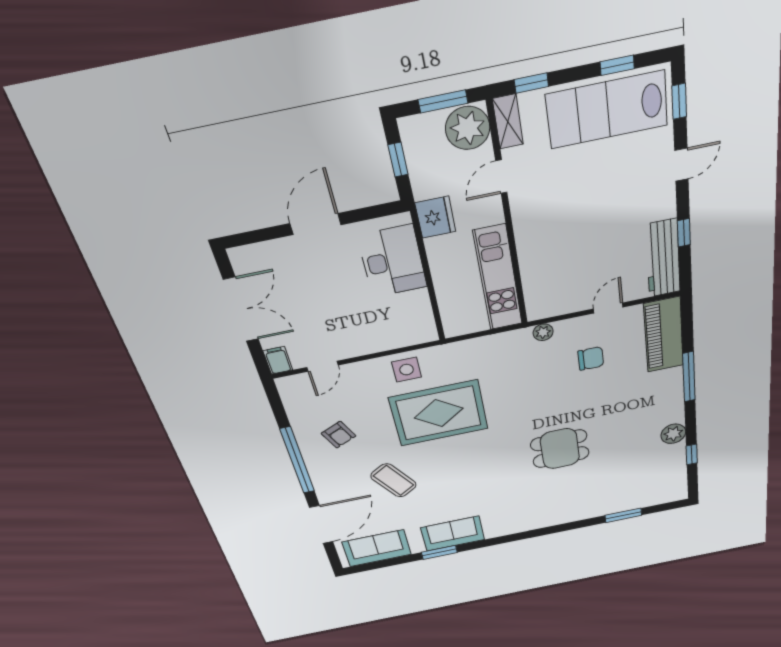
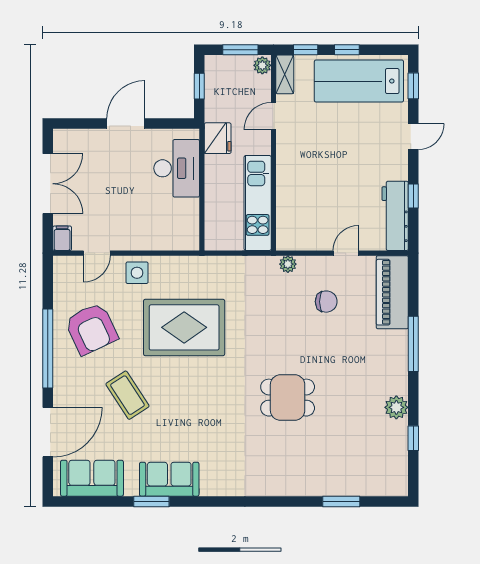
window: (617, 65) -> (347, 50), moved
plant: (468, 128) -> (262, 65), width x0.53, depth x0.53
side table: (407, 370) -> (137, 273), moved
armchair: (339, 435) -> (91, 329), width x1.88, depth x1.88

